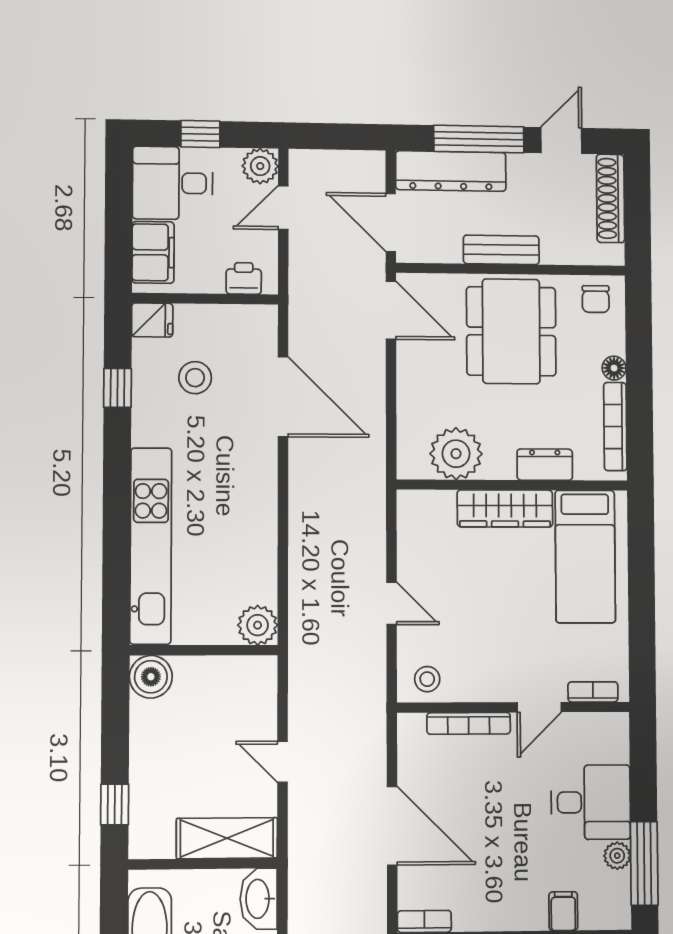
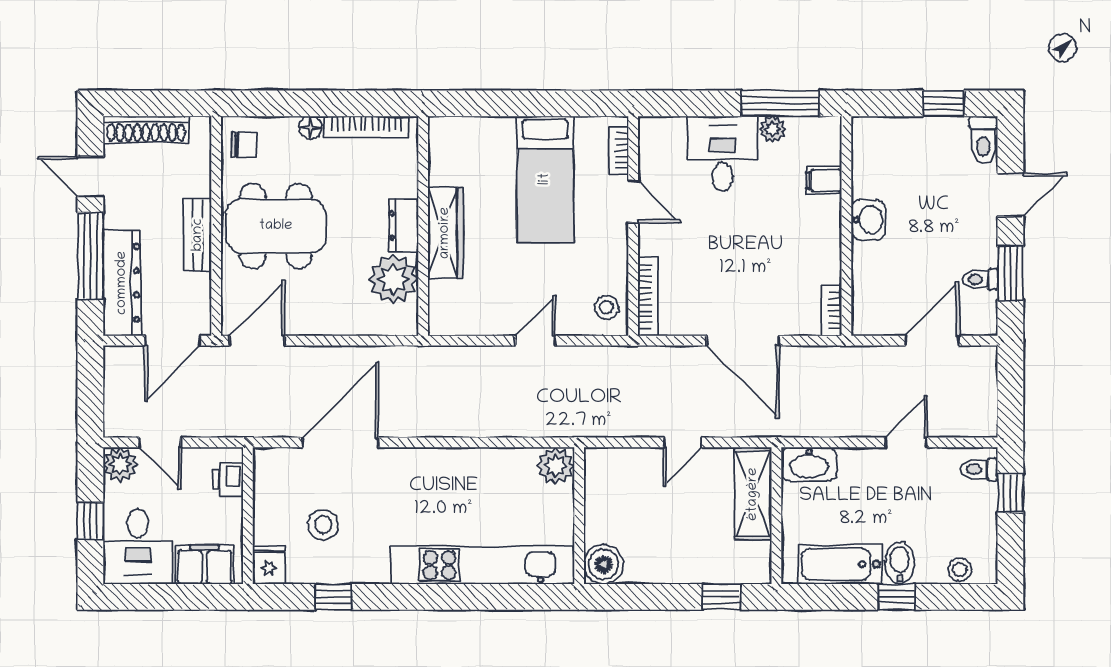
dresser: (545, 465) -> (403, 225), moved
bed: (585, 556) -> (545, 179), moved, turned 90
bookcase: (469, 723) -> (648, 296), moved
door: (392, 826) -> (743, 341), swing flipped

